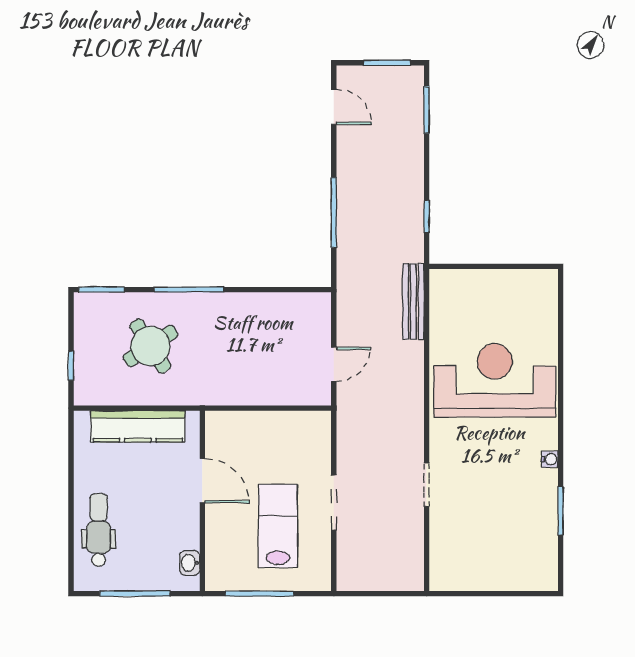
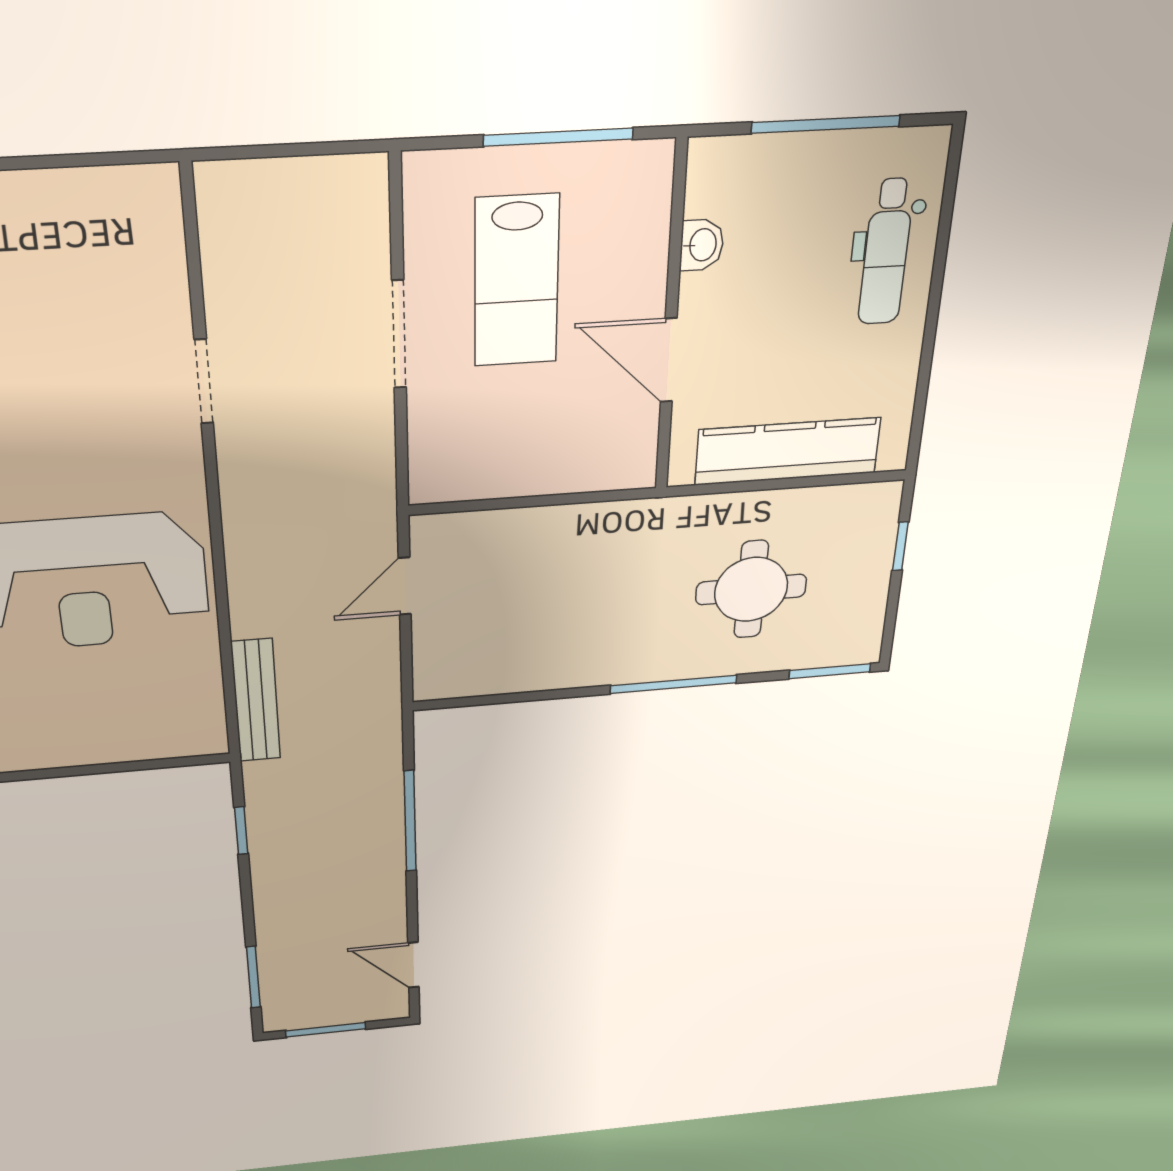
round table: (150, 346) -> (751, 589), turned 33
washbasin: (190, 563) -> (702, 245), moved

